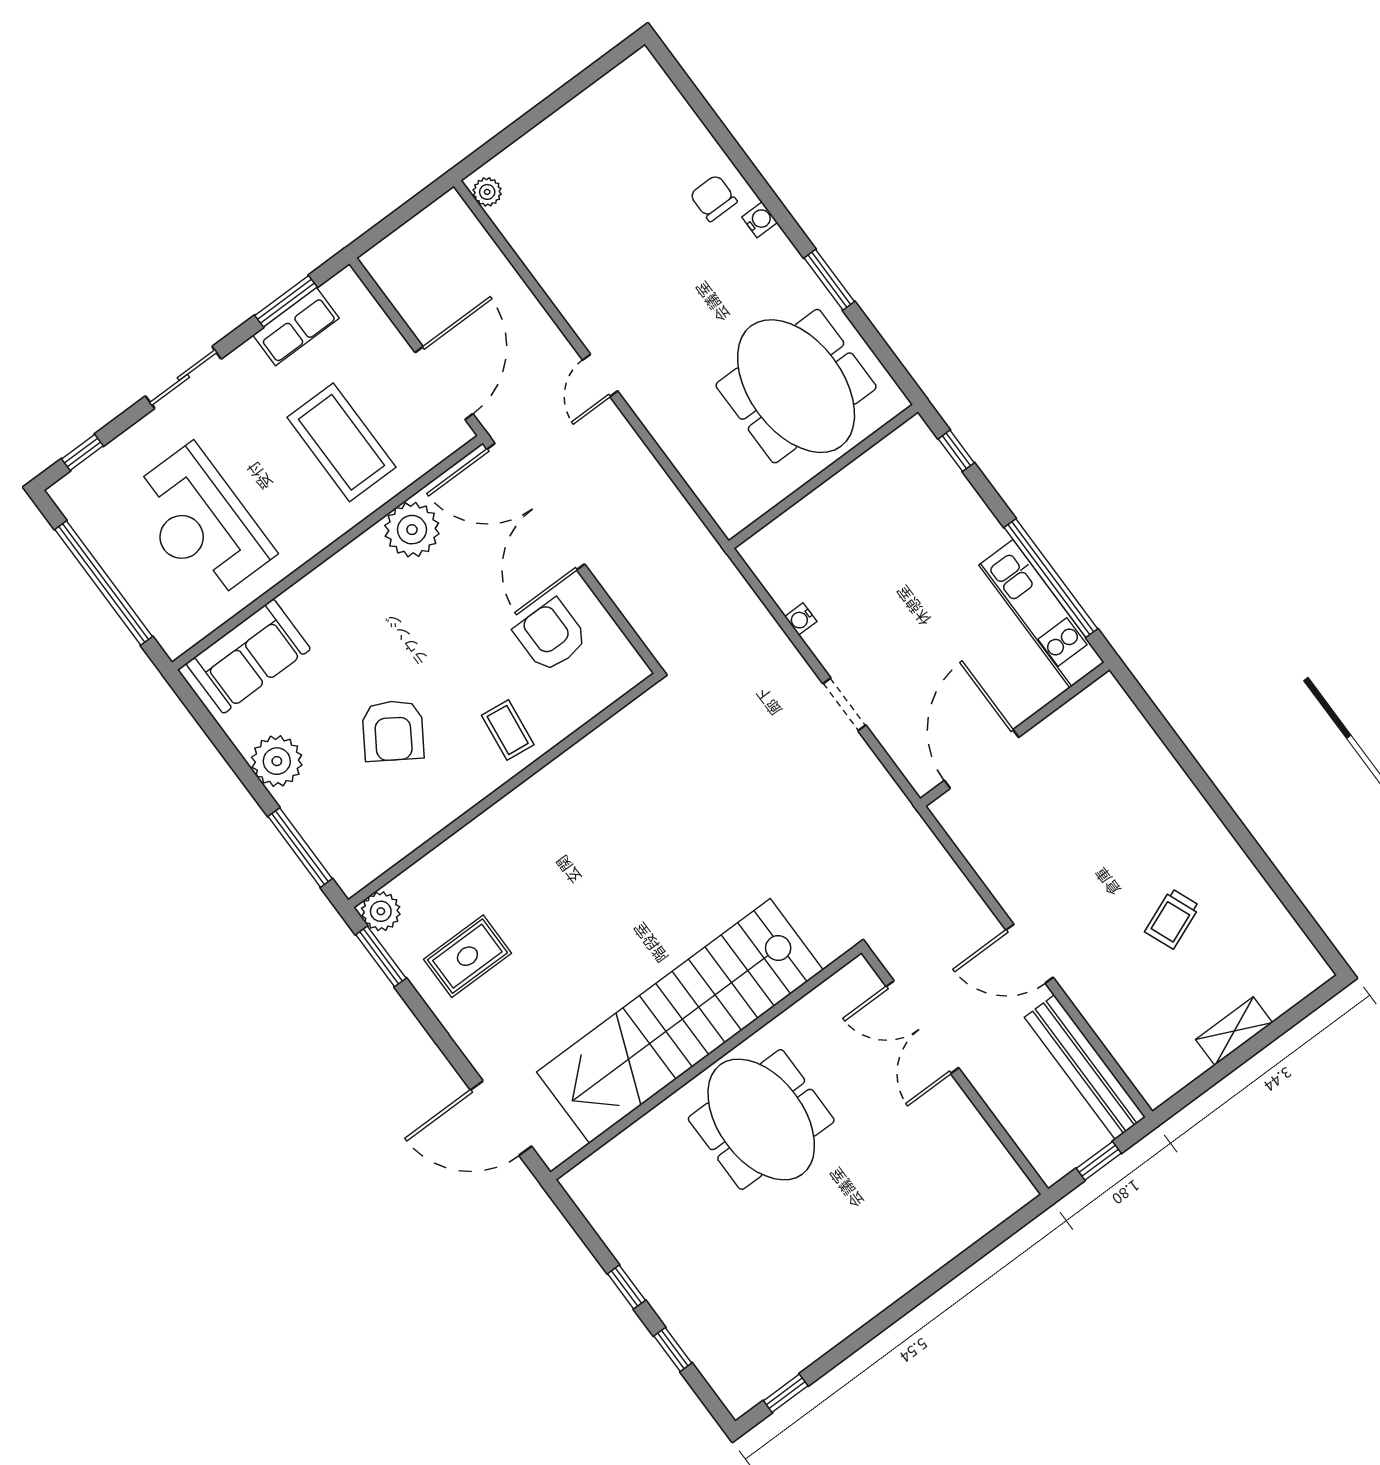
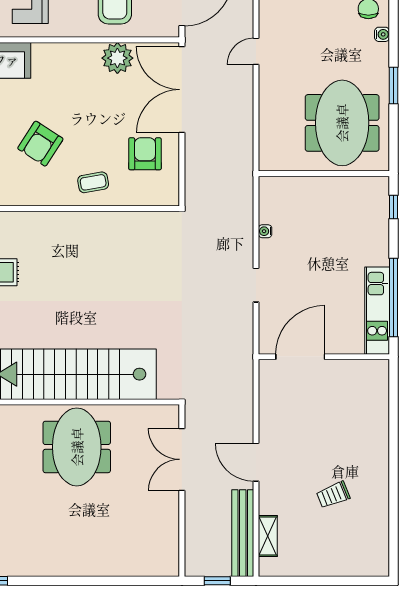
coffee table: (508, 730) -> (93, 182), turned 73
shelving: (1234, 1031) -> (268, 536), moved, turned 90

